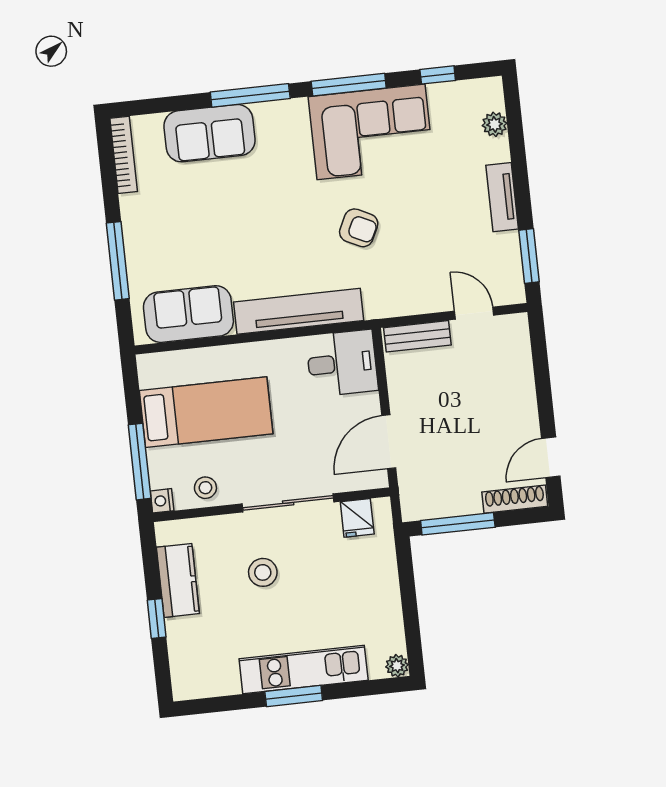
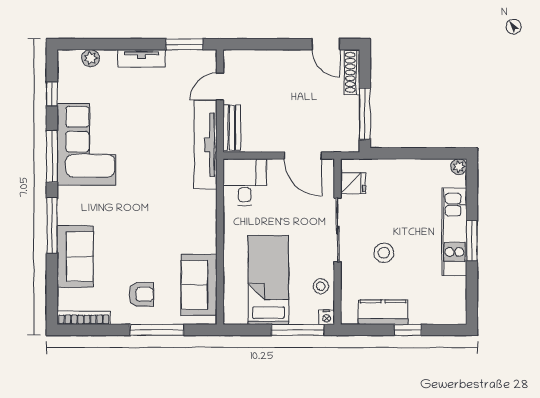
armchair: (359, 228) -> (141, 294), moved, turned 64
tv unit: (299, 311) -> (205, 145), moved

